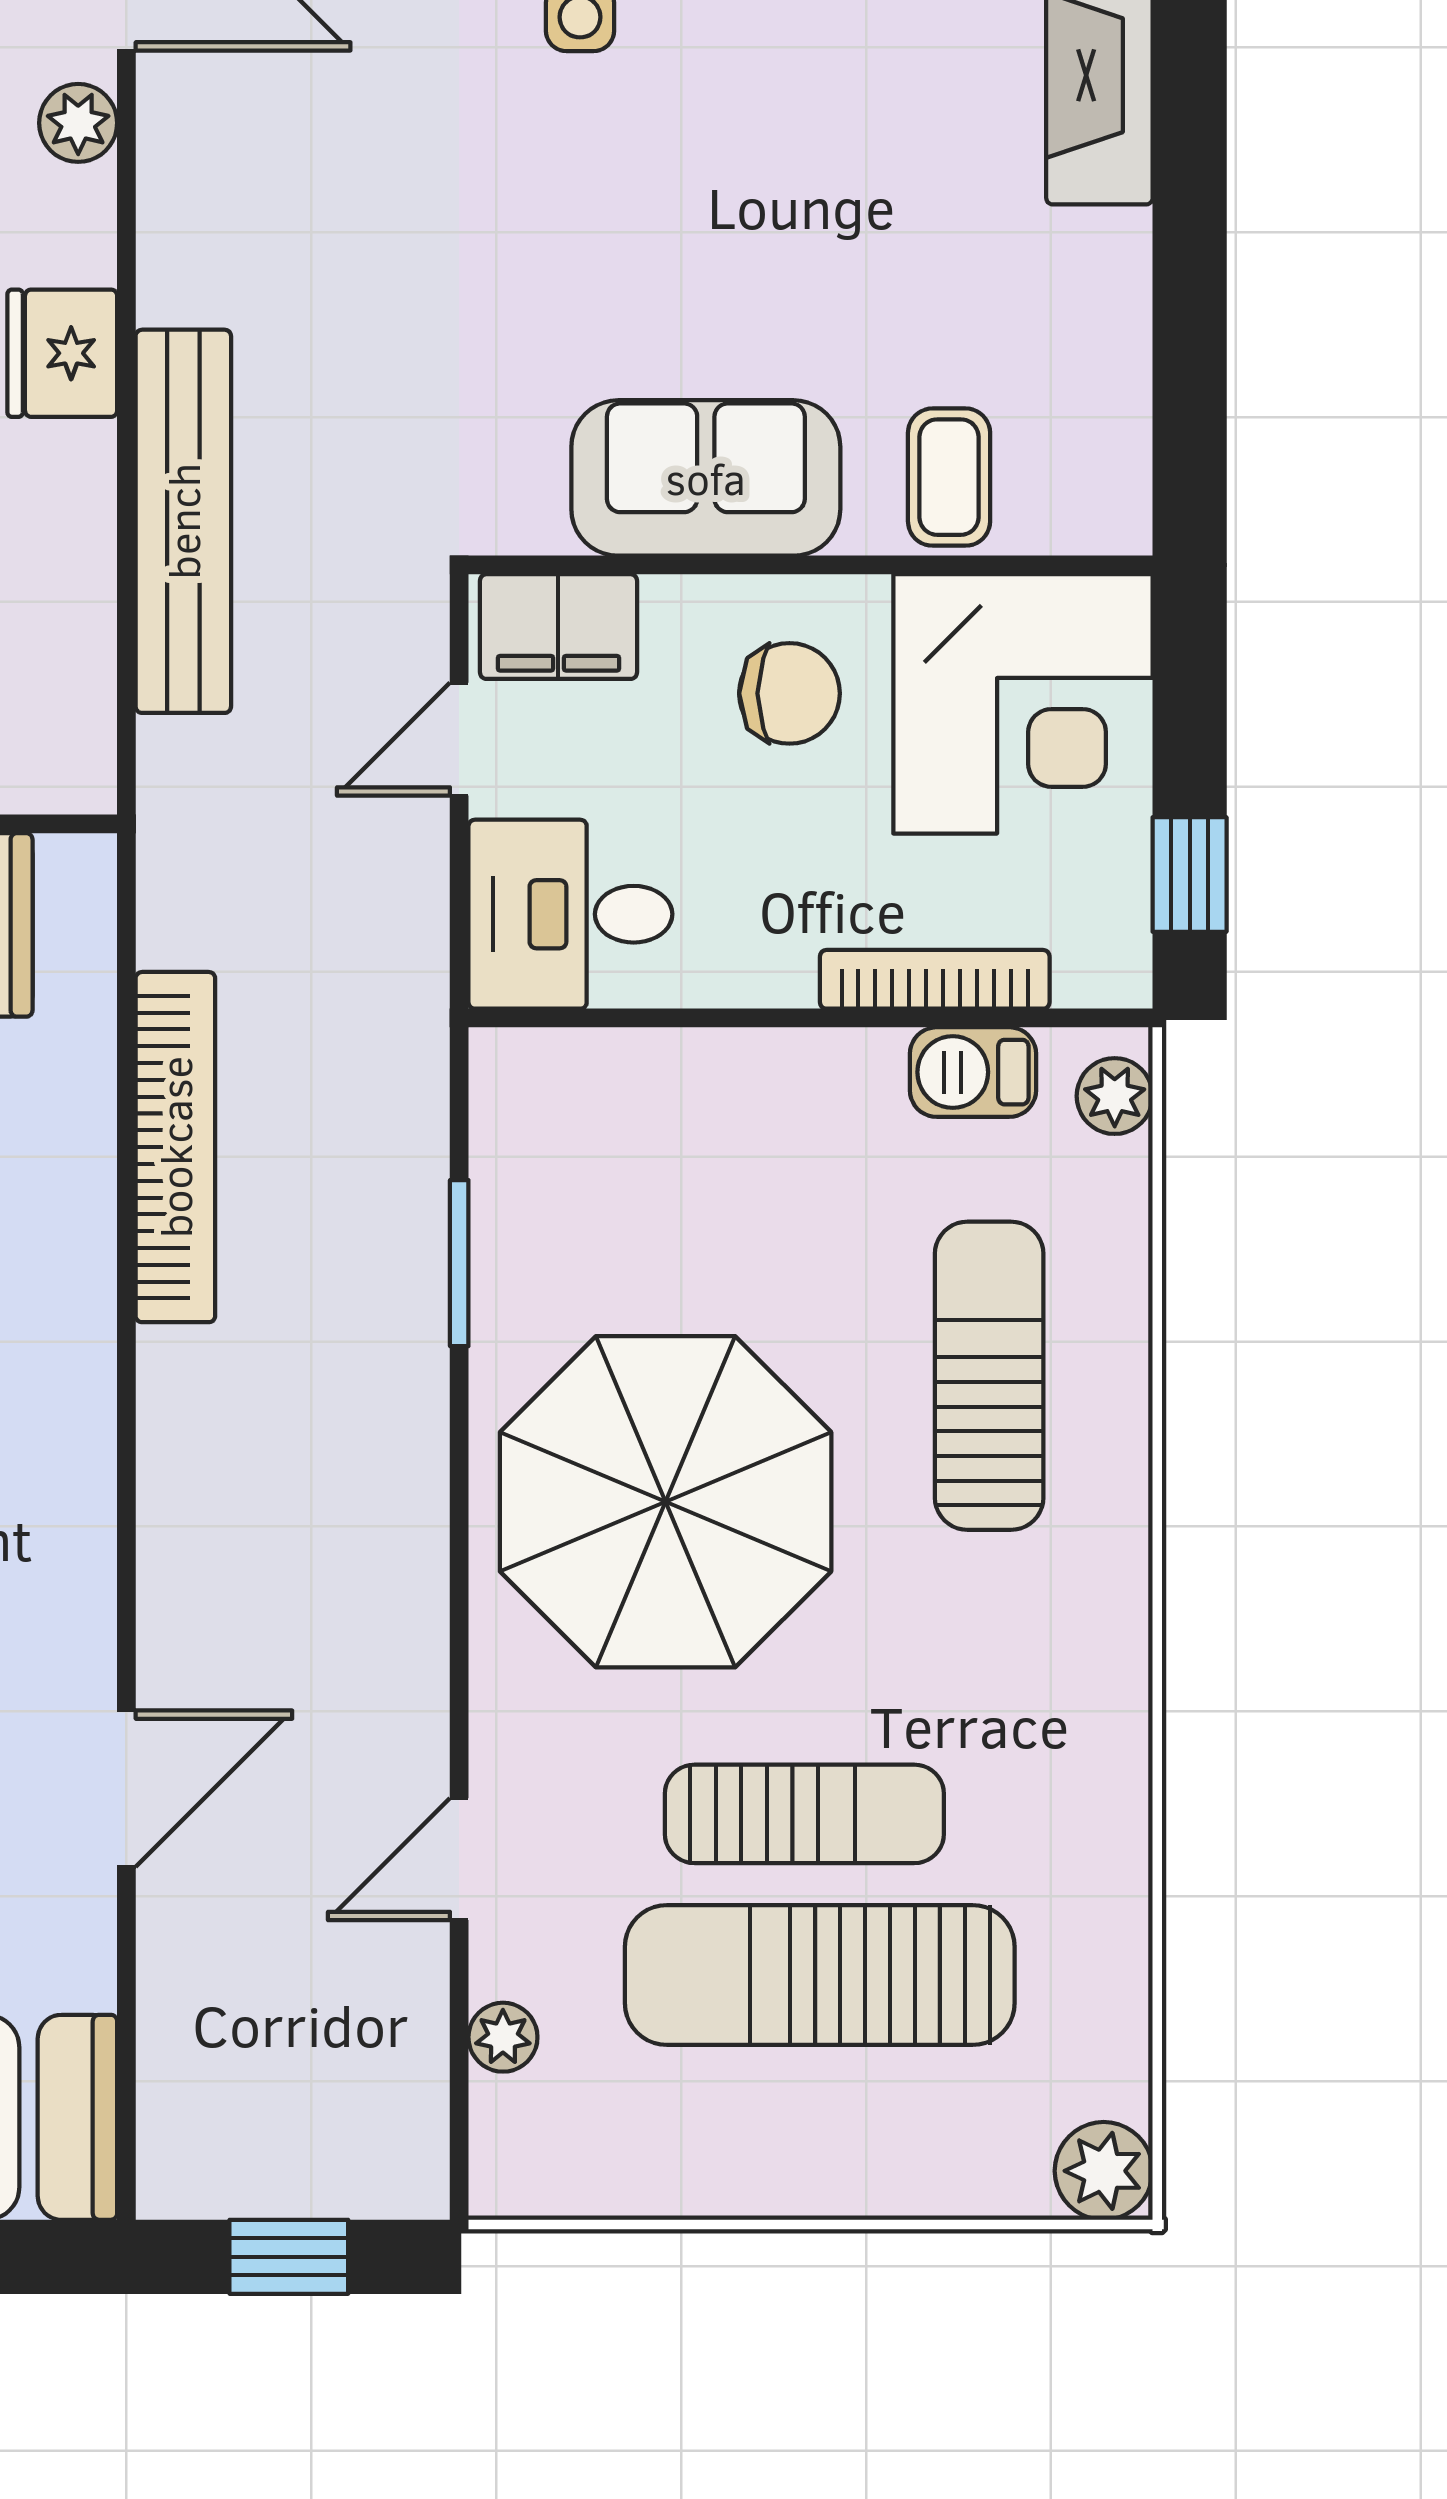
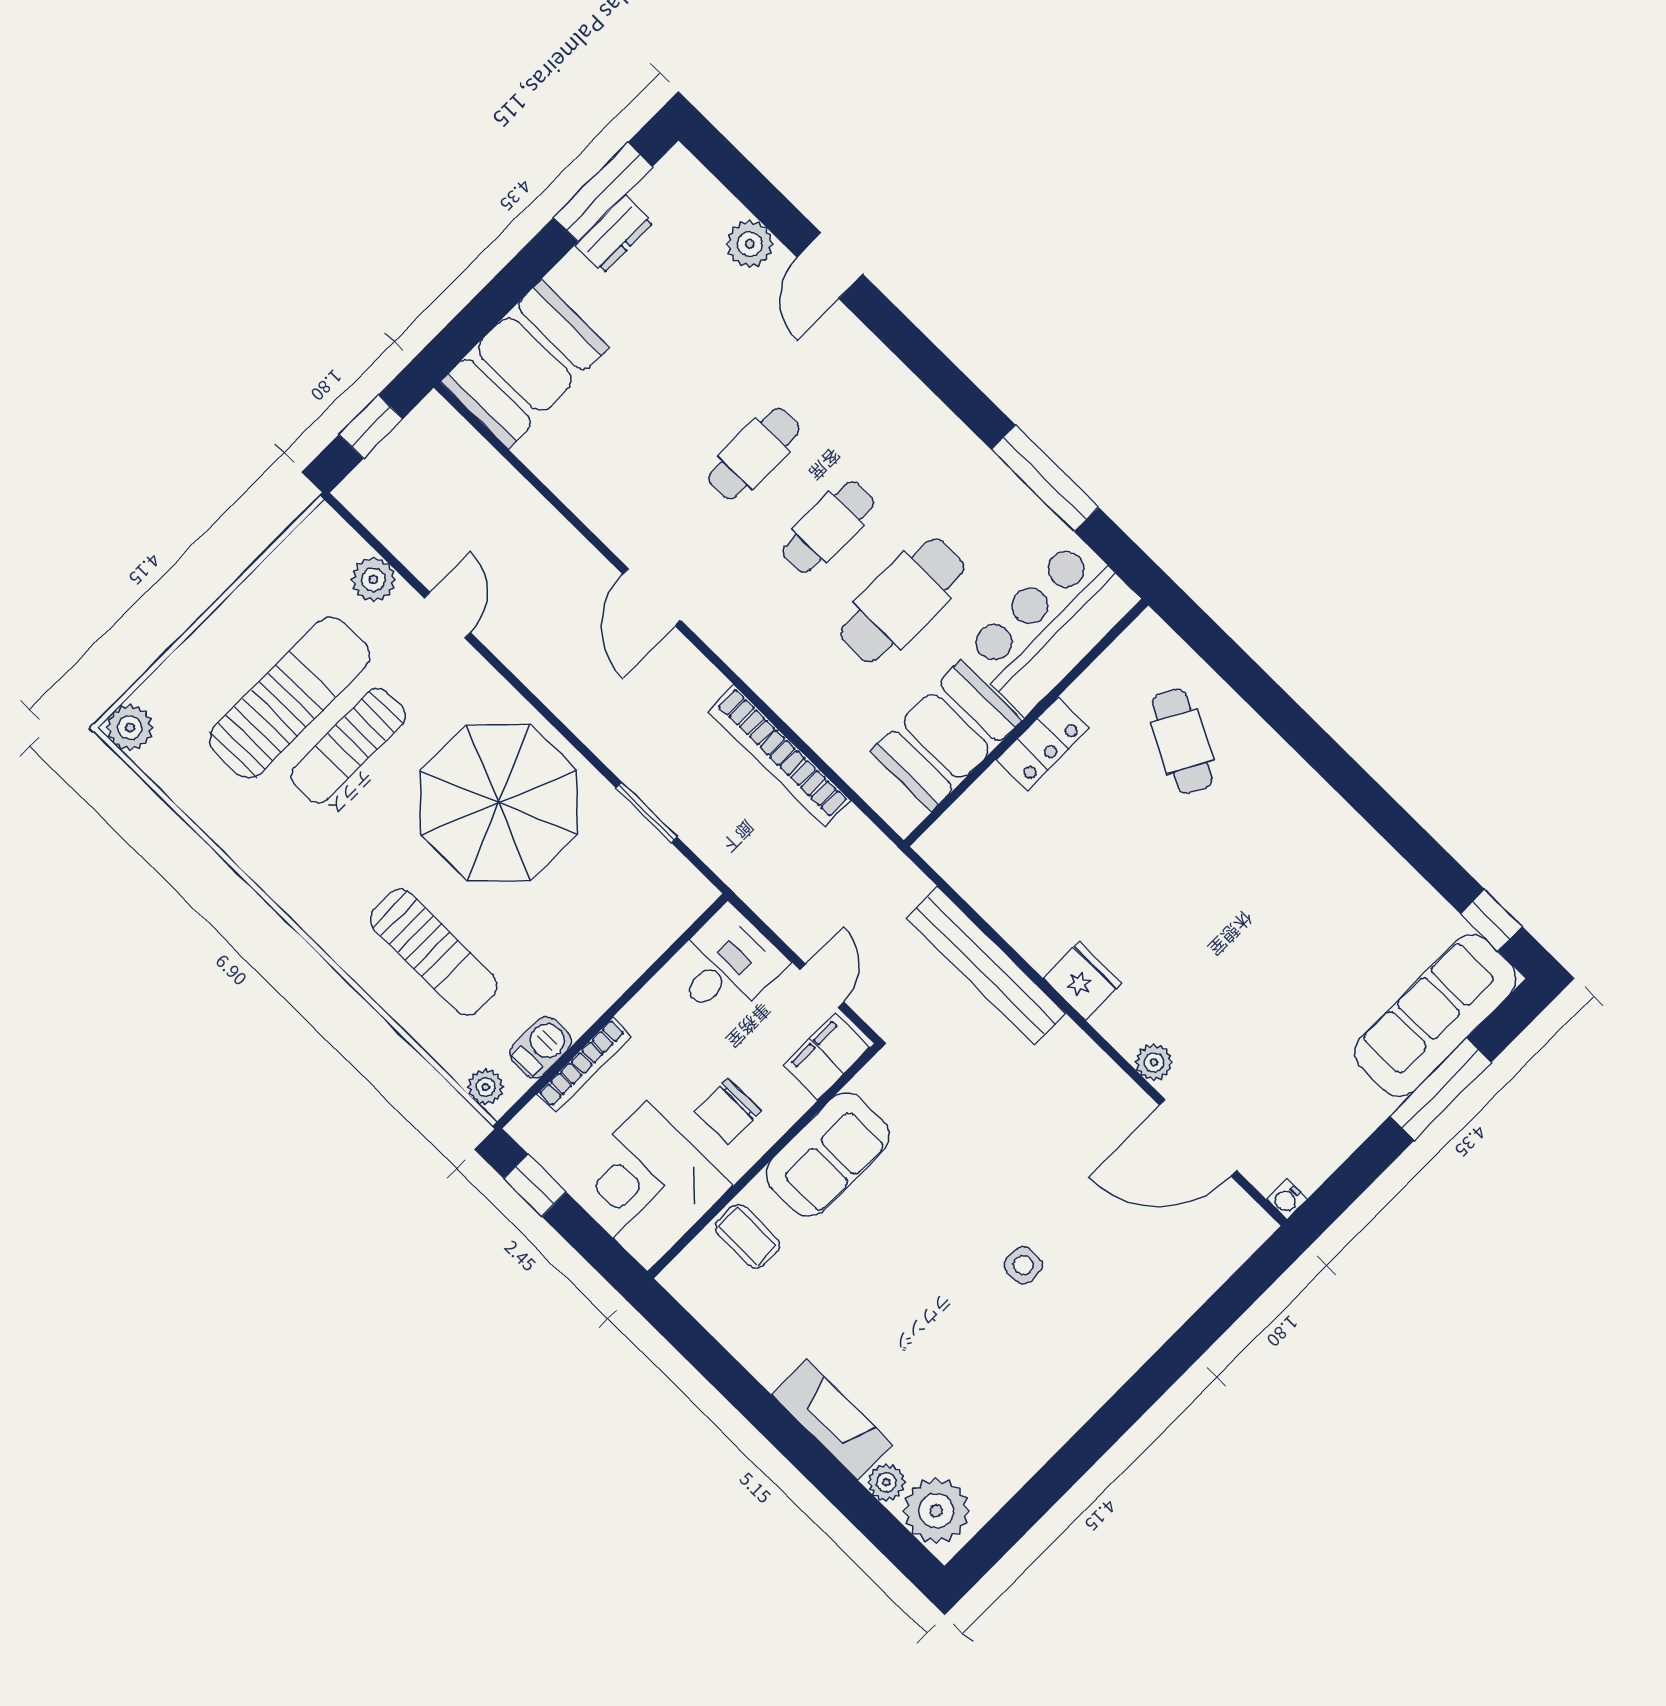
door: (126, 1789) -> (652, 597), moved
plant: (503, 2037) -> (373, 580), width x1.38, depth x1.38

